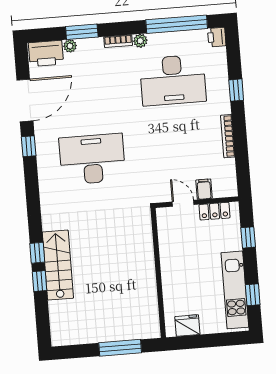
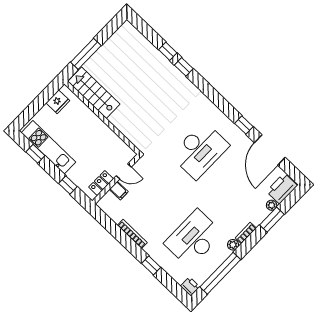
stairs: (58, 265) -> (94, 93), moved, turned 180

